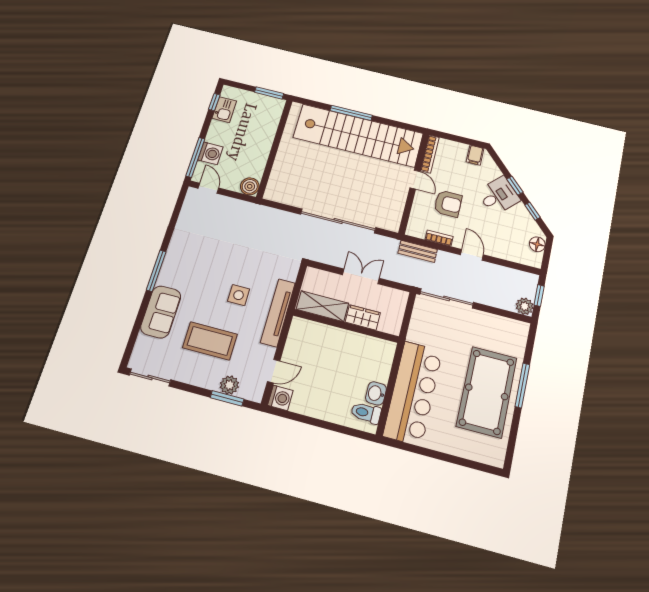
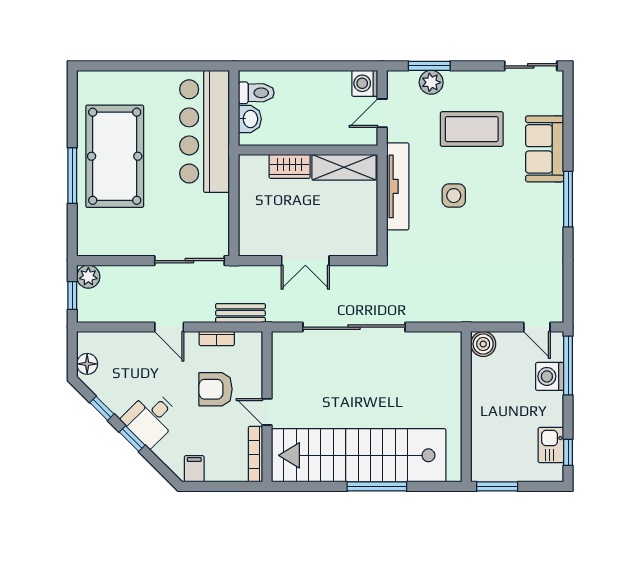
shelving: (322, 306) -> (344, 167), moved
wardrobe: (363, 317) -> (290, 166), moved
wall: (346, 326) -> (308, 150), moved

